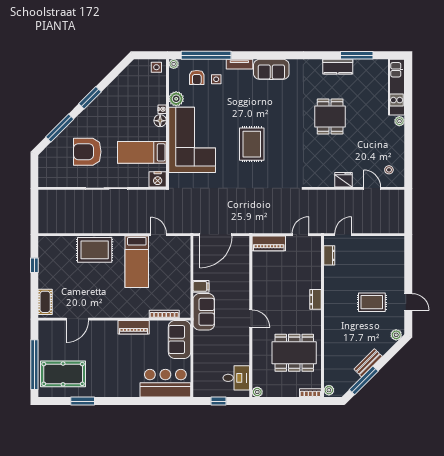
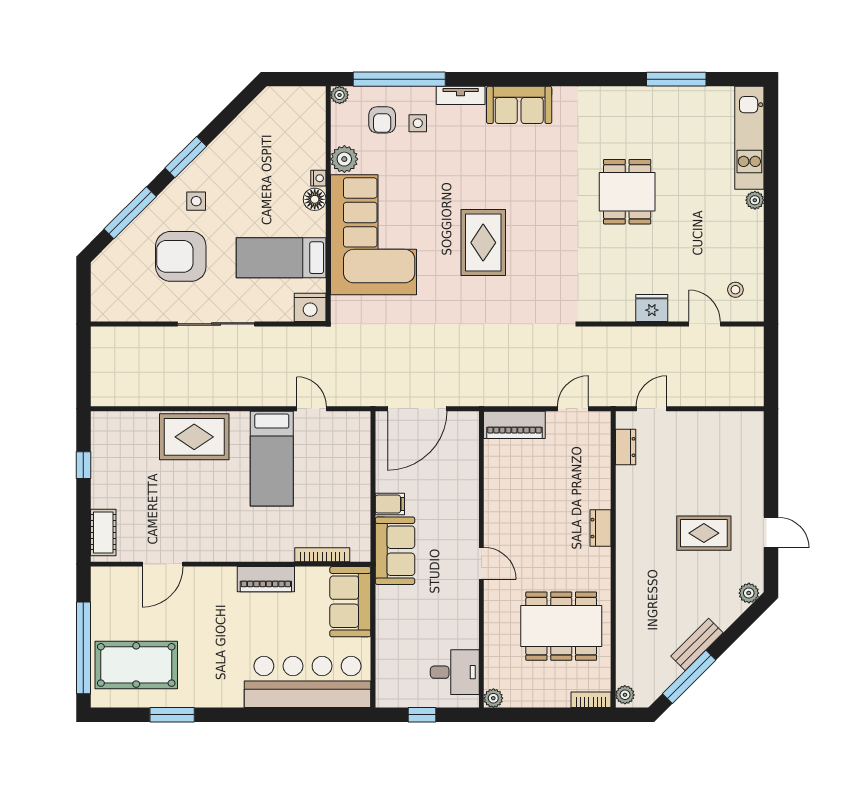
side table: (156, 67) -> (196, 201), moved
kitchen counter: (338, 67) -> (641, 100), removed
bar counter: (165, 383) -> (308, 682), width x1.36

